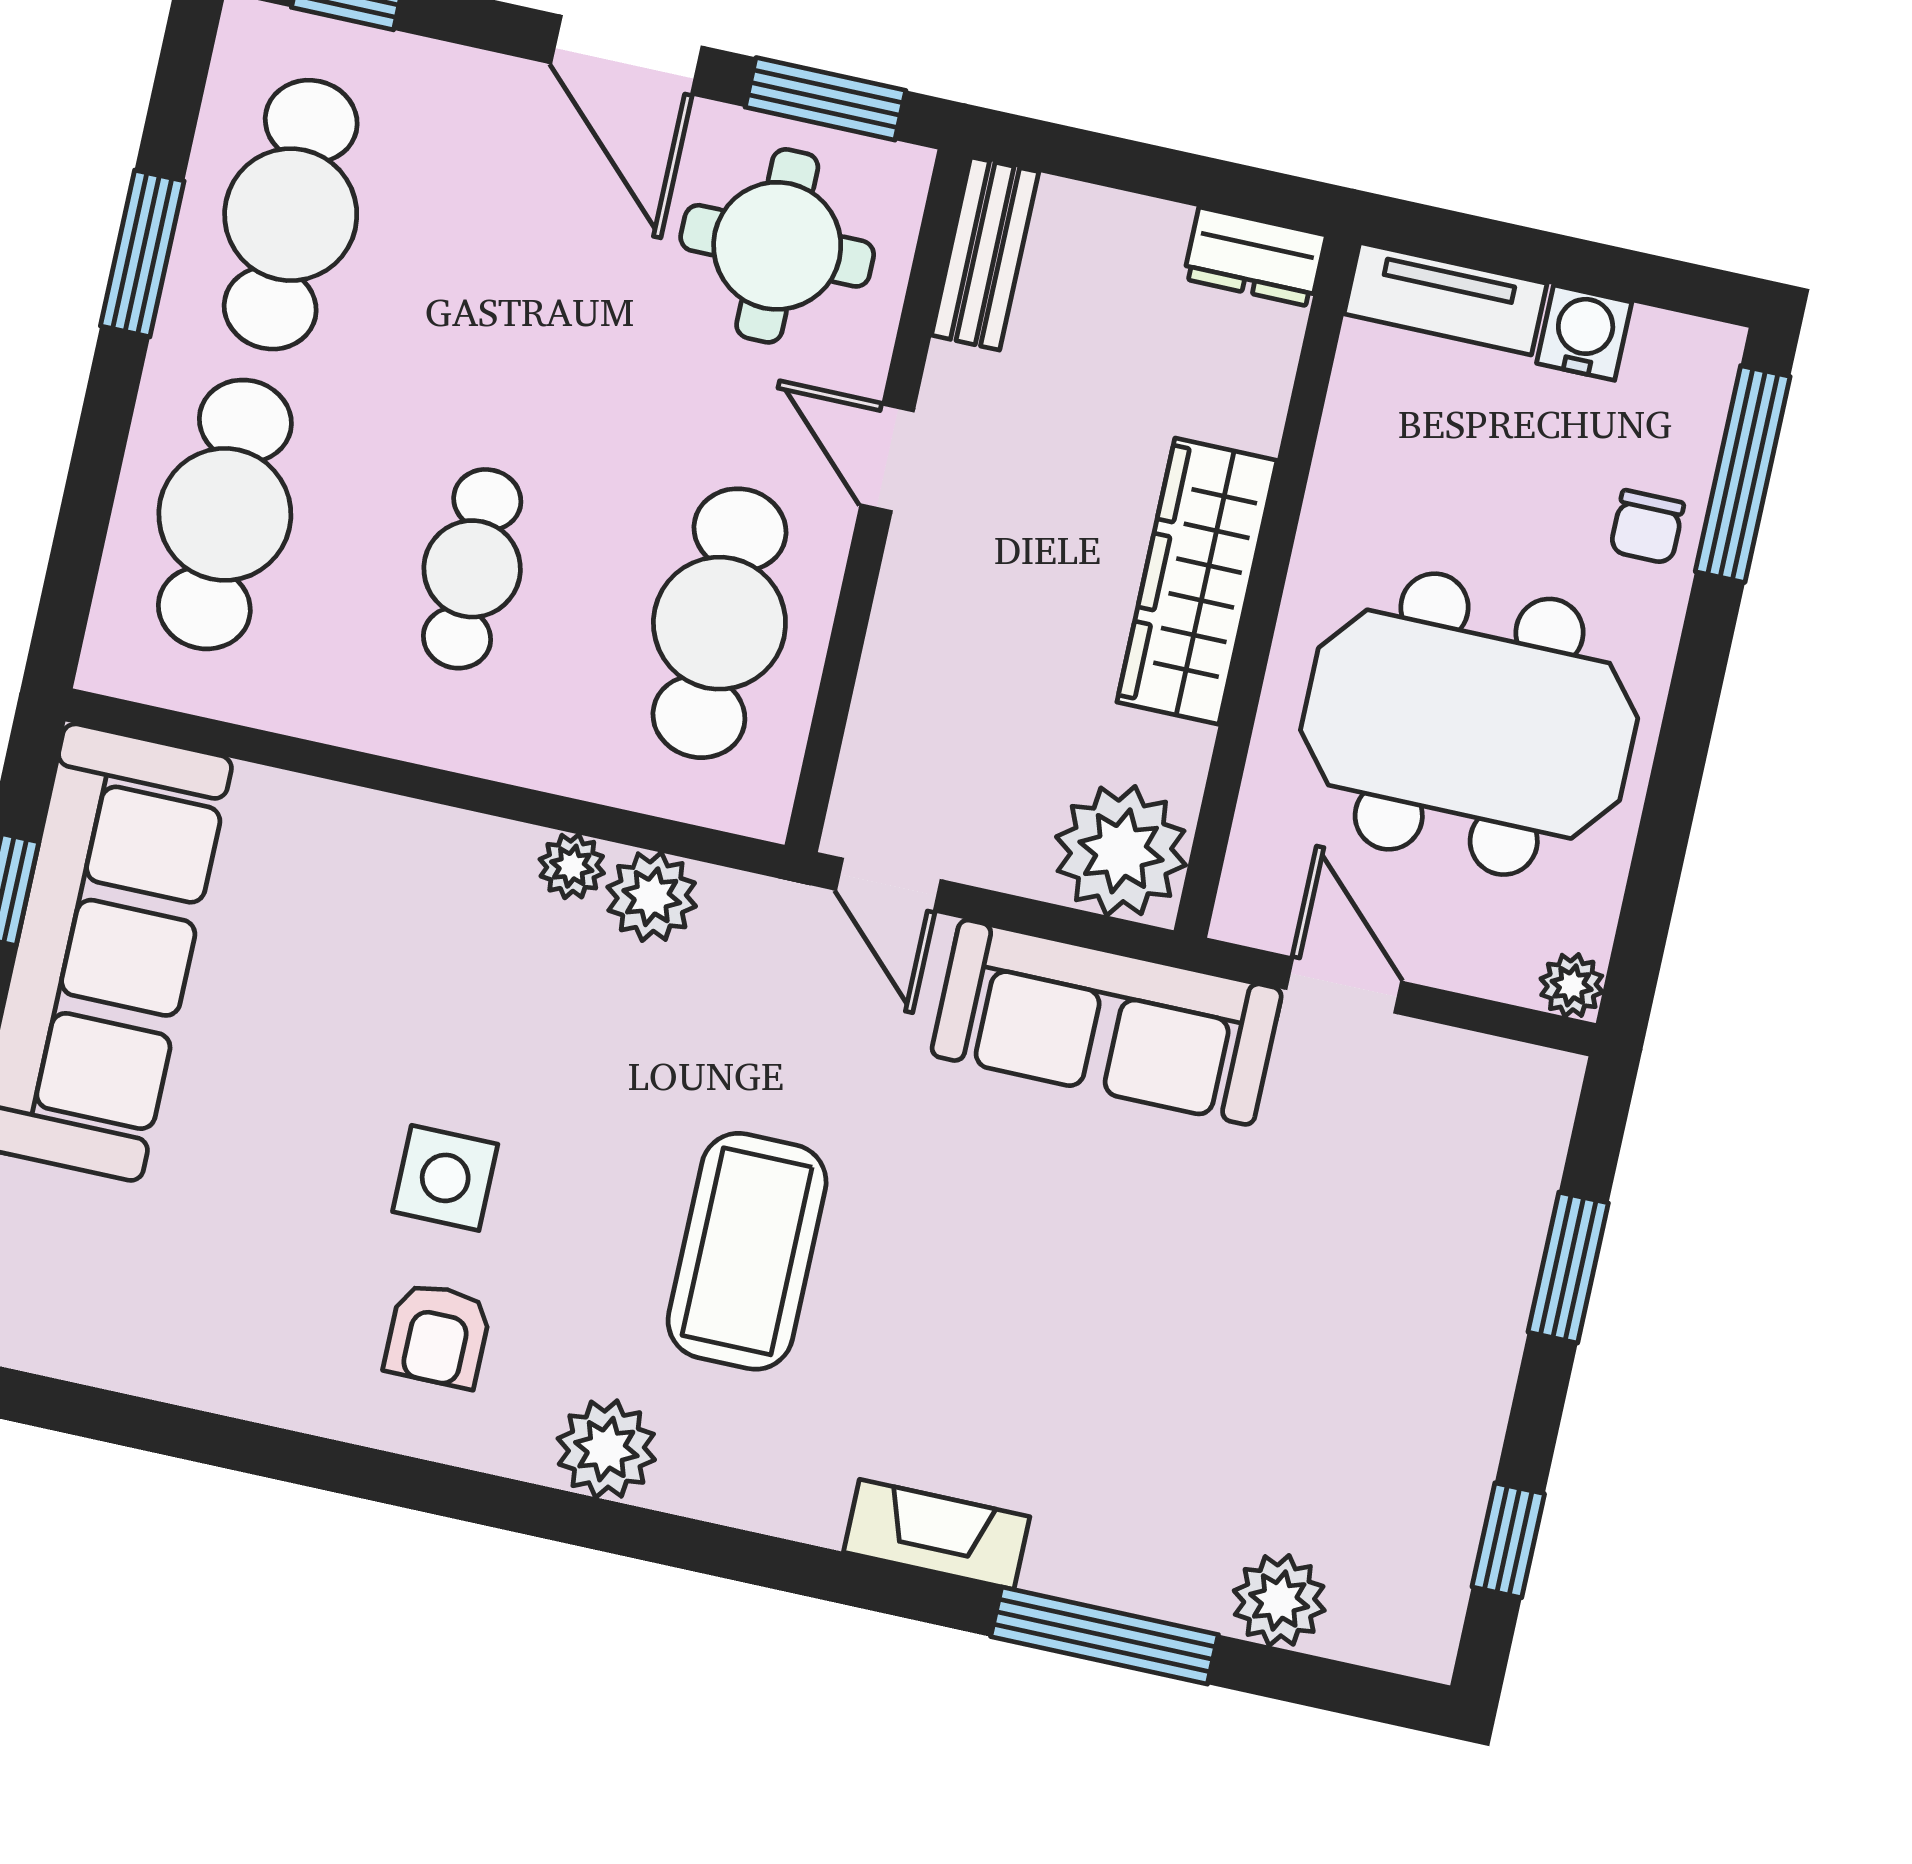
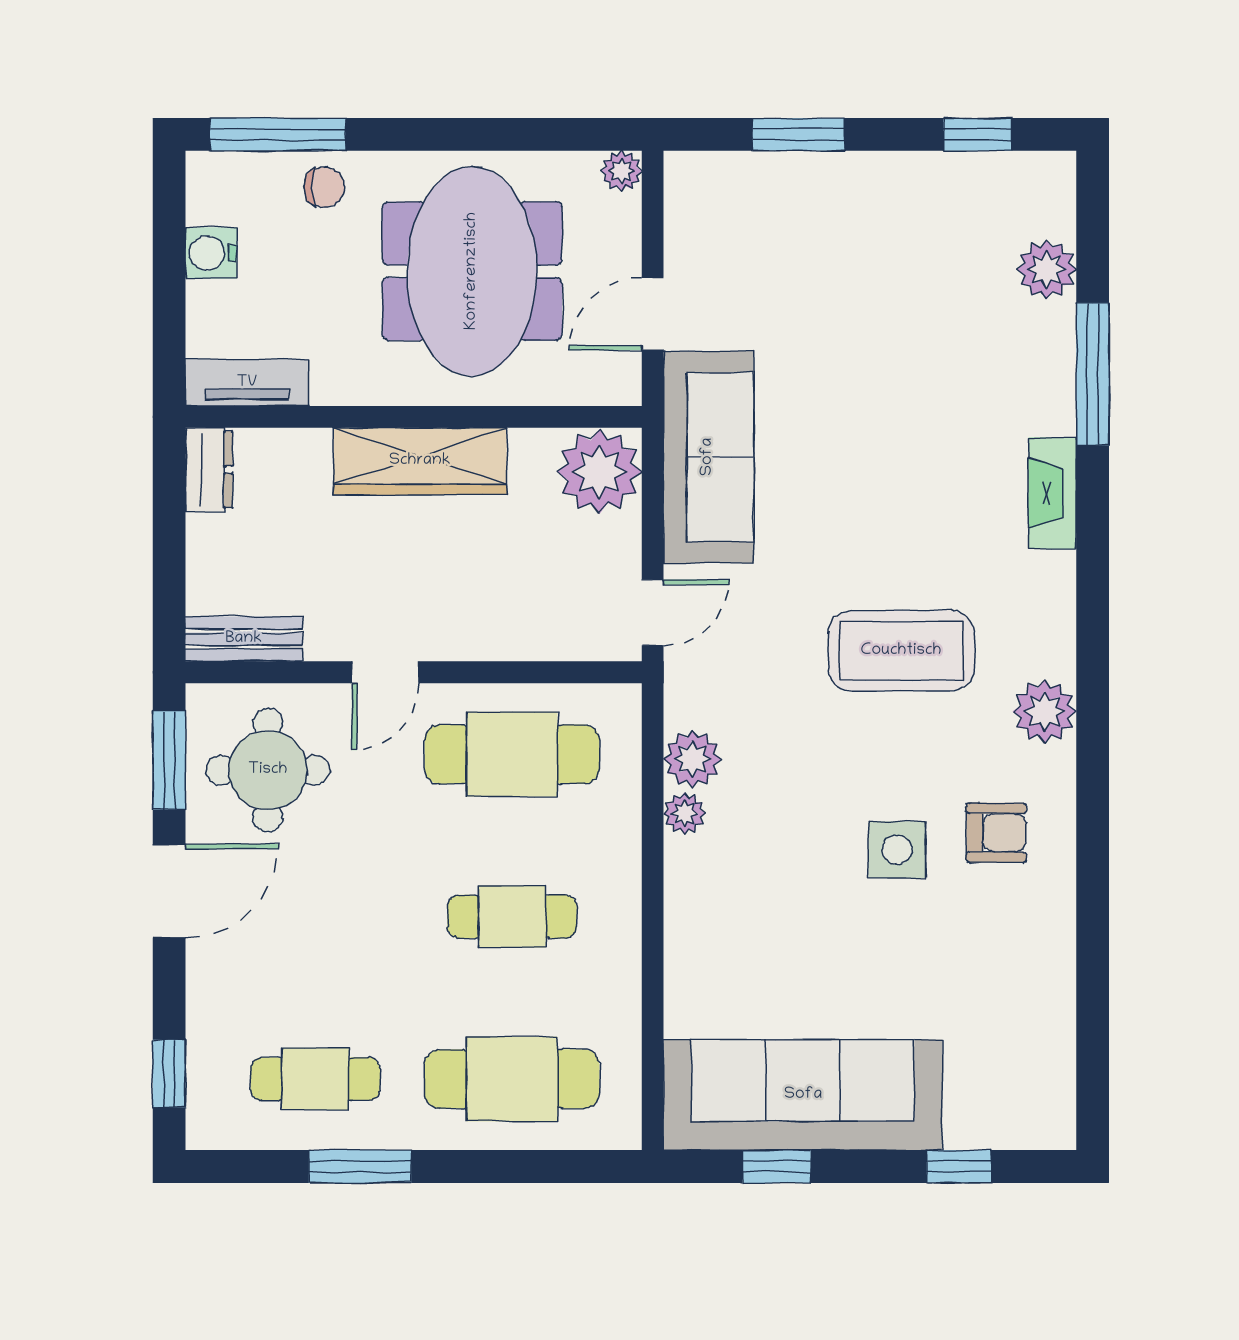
cafe table: (291, 215) -> (315, 1079), width x0.73, depth x0.74
tv unit: (1446, 299) -> (247, 383), moved, turned -90

